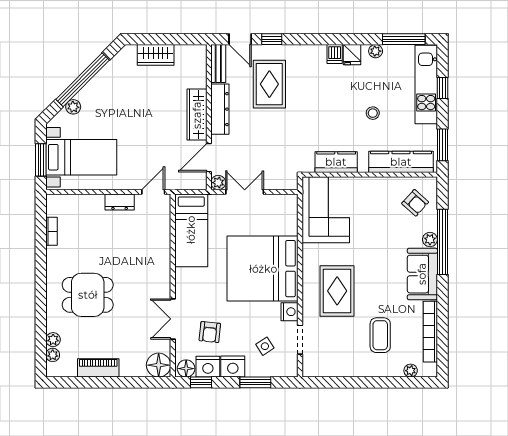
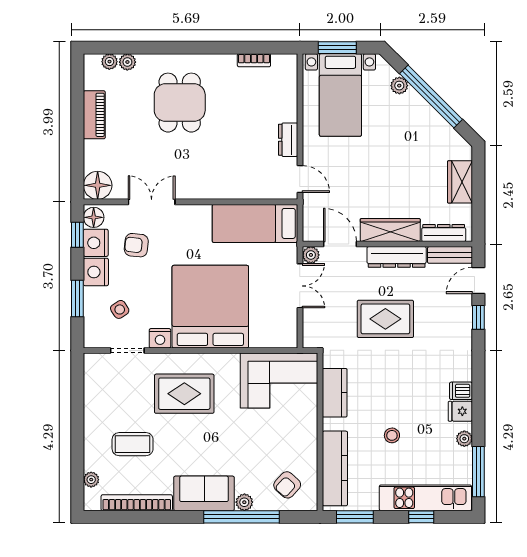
dresser: (199, 69) -> (444, 233), added
rug: (269, 84) -> (385, 319), moved

